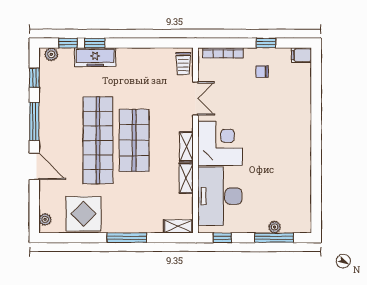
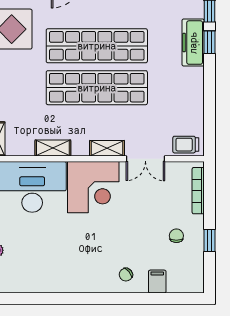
filing cabinet: (301, 55) -> (157, 282), moved
chair: (295, 115) -> (126, 275), added
shop shelf: (134, 140) -> (97, 88), width x1.40
shelving: (186, 147) -> (107, 148), moved

